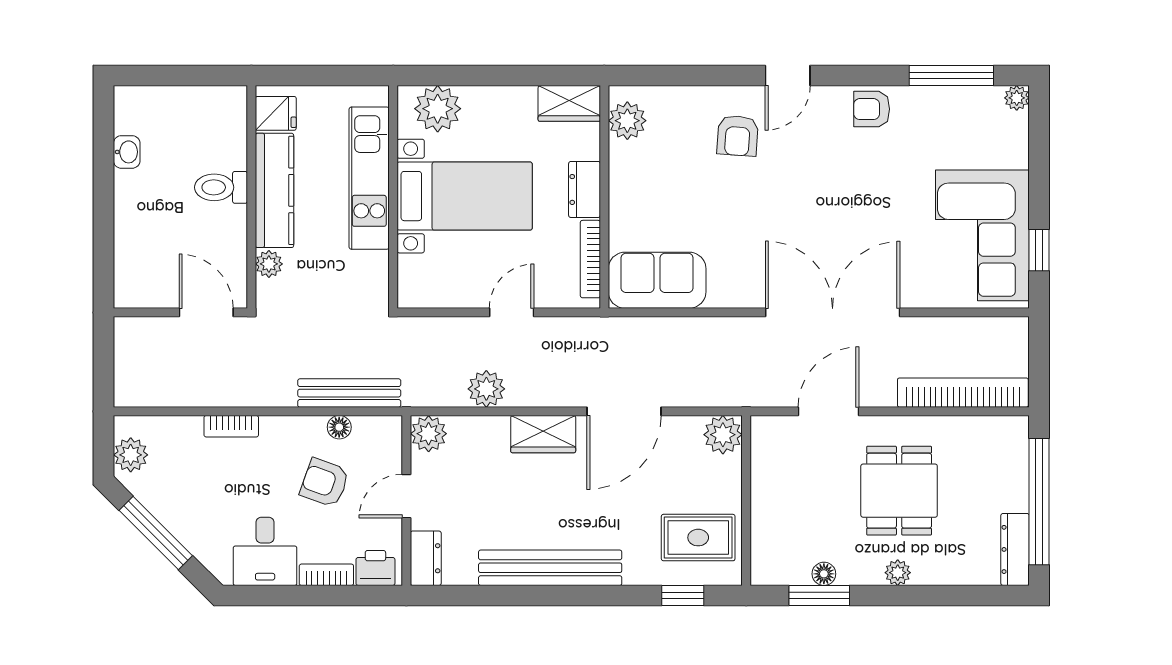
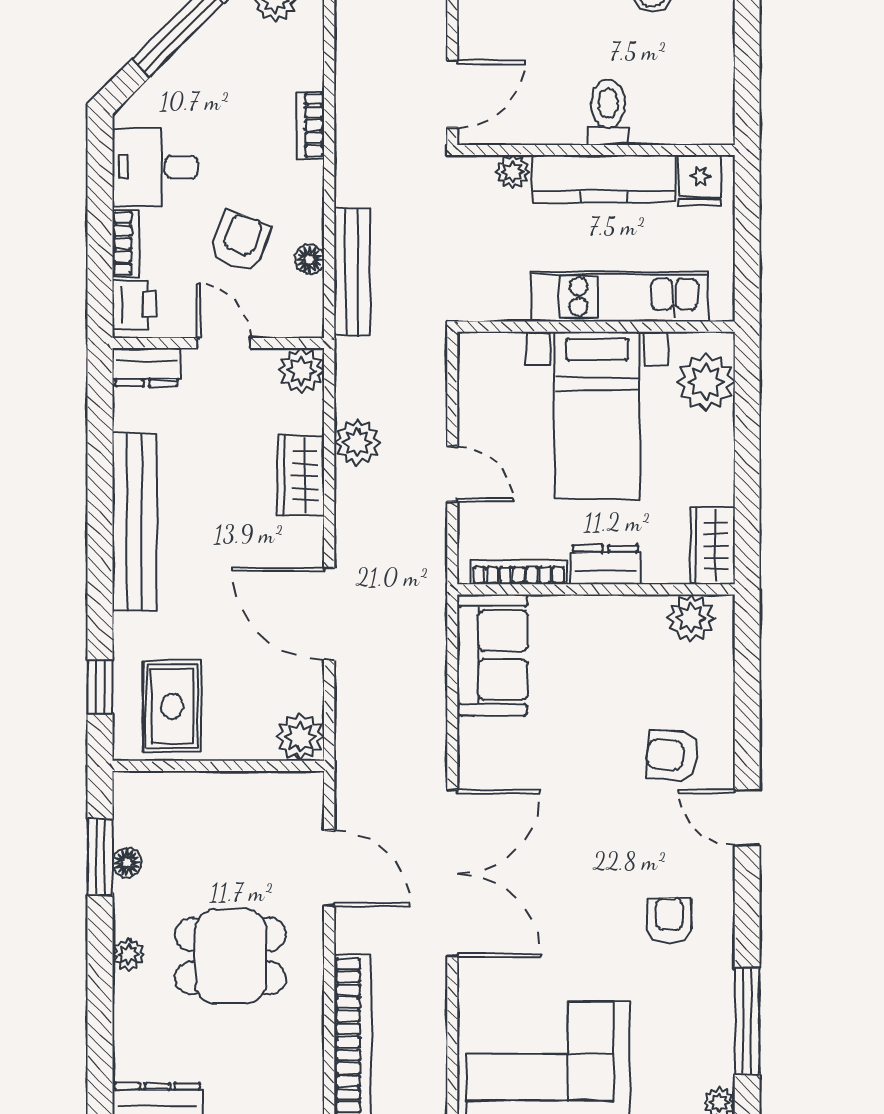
armchair: (872, 109) -> (669, 920), moved
wardrobe: (543, 434) -> (301, 476), moved

